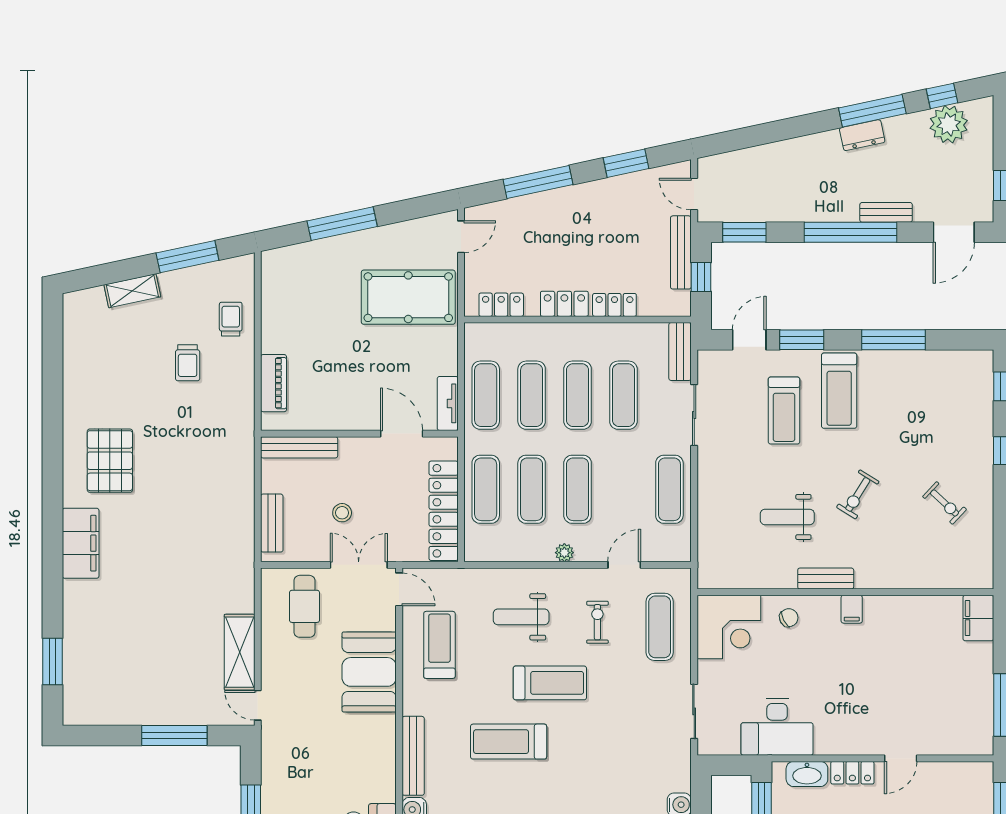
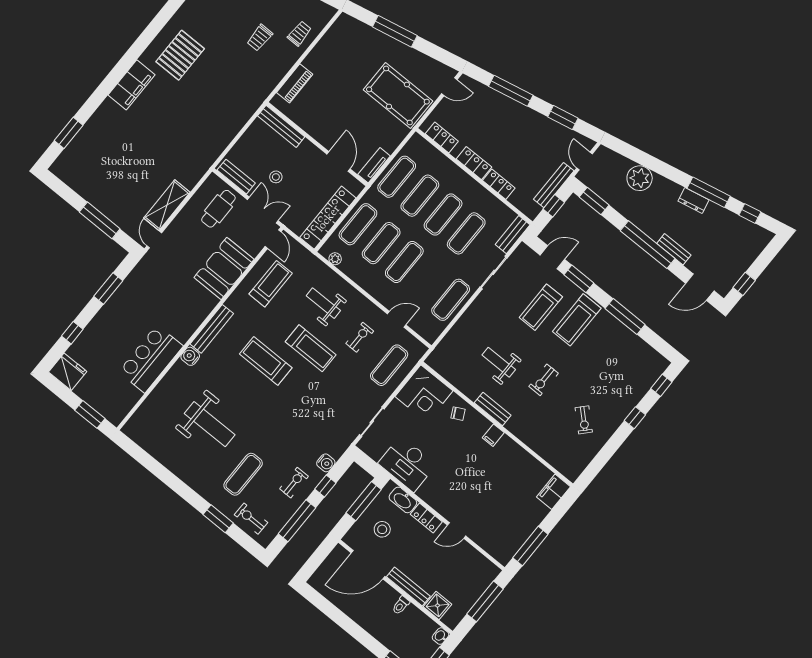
plant: (949, 124) -> (640, 178), moved
exercise bike: (858, 494) -> (544, 380), turned -32
bench: (272, 523) -> (236, 177), moved, turned 90
plant: (564, 553) -> (335, 259), moved

